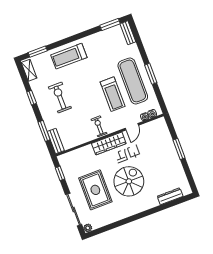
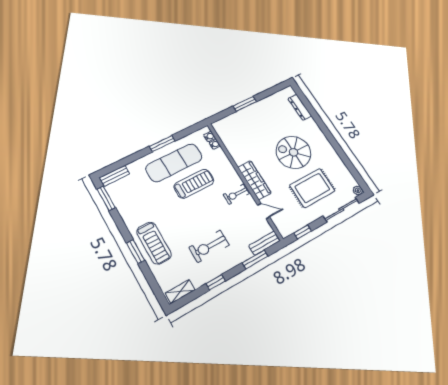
window: (38, 52) -> (136, 252), moved
door: (132, 127) -> (264, 211), moved

